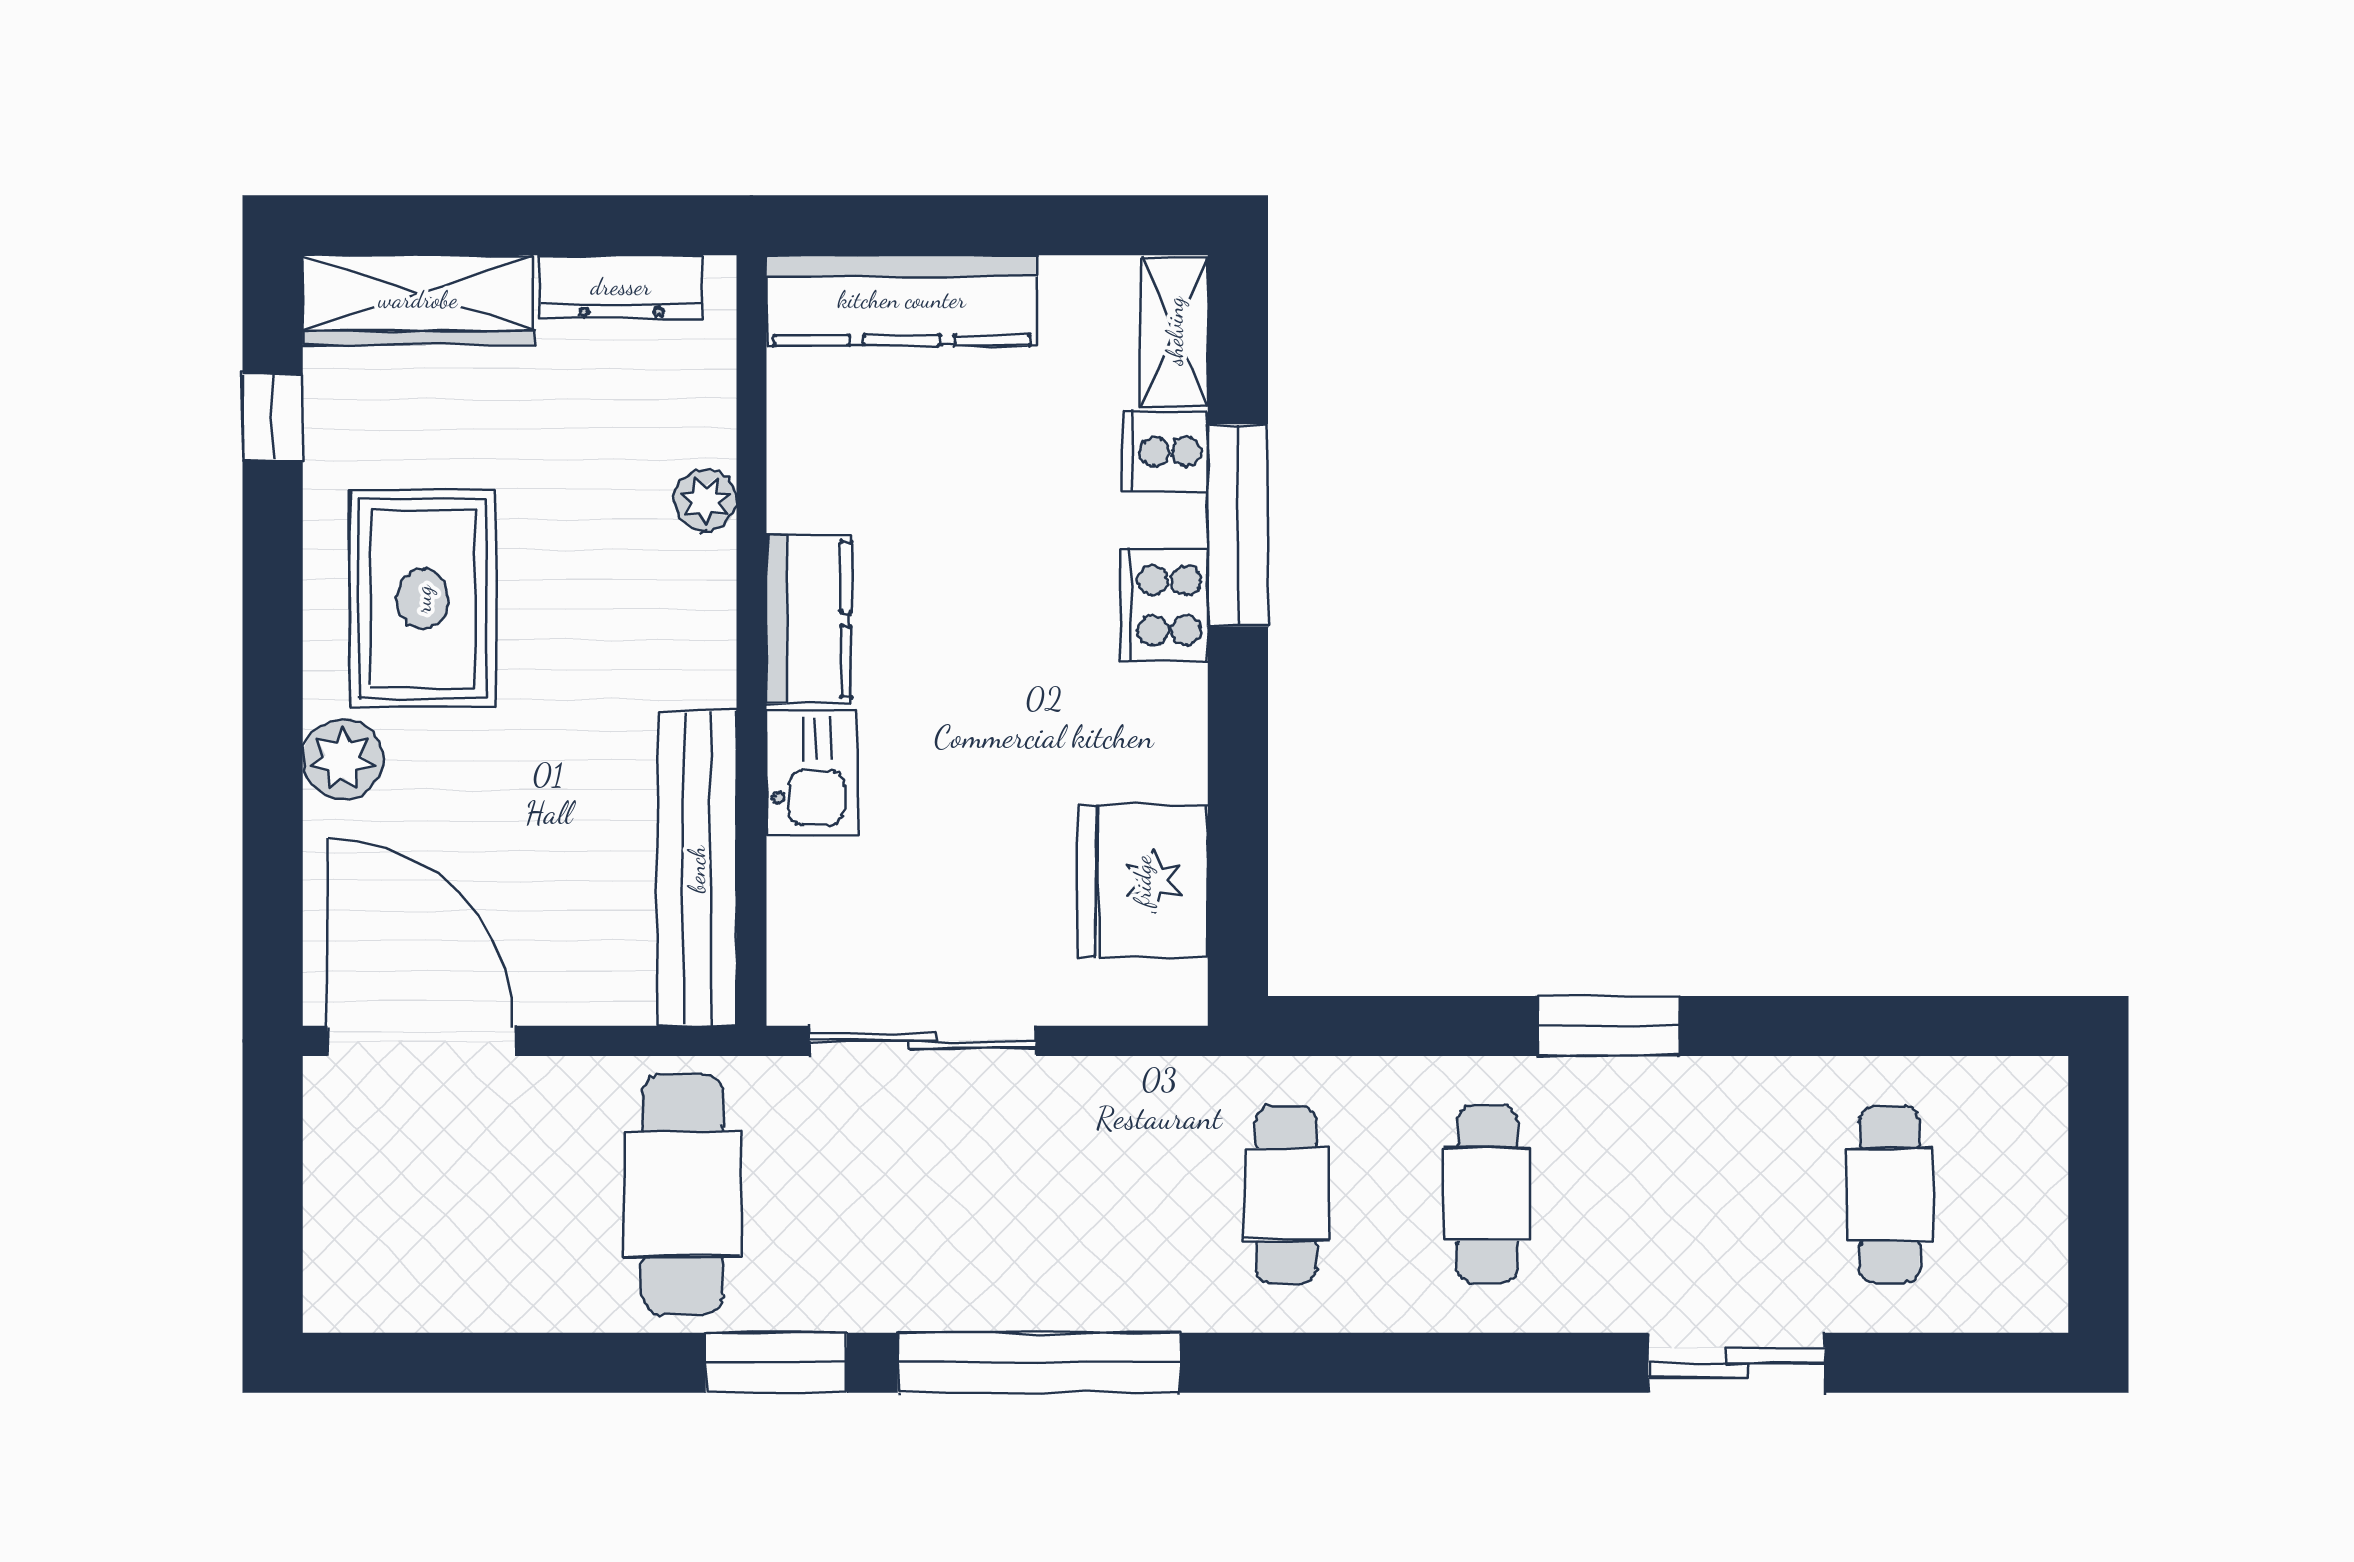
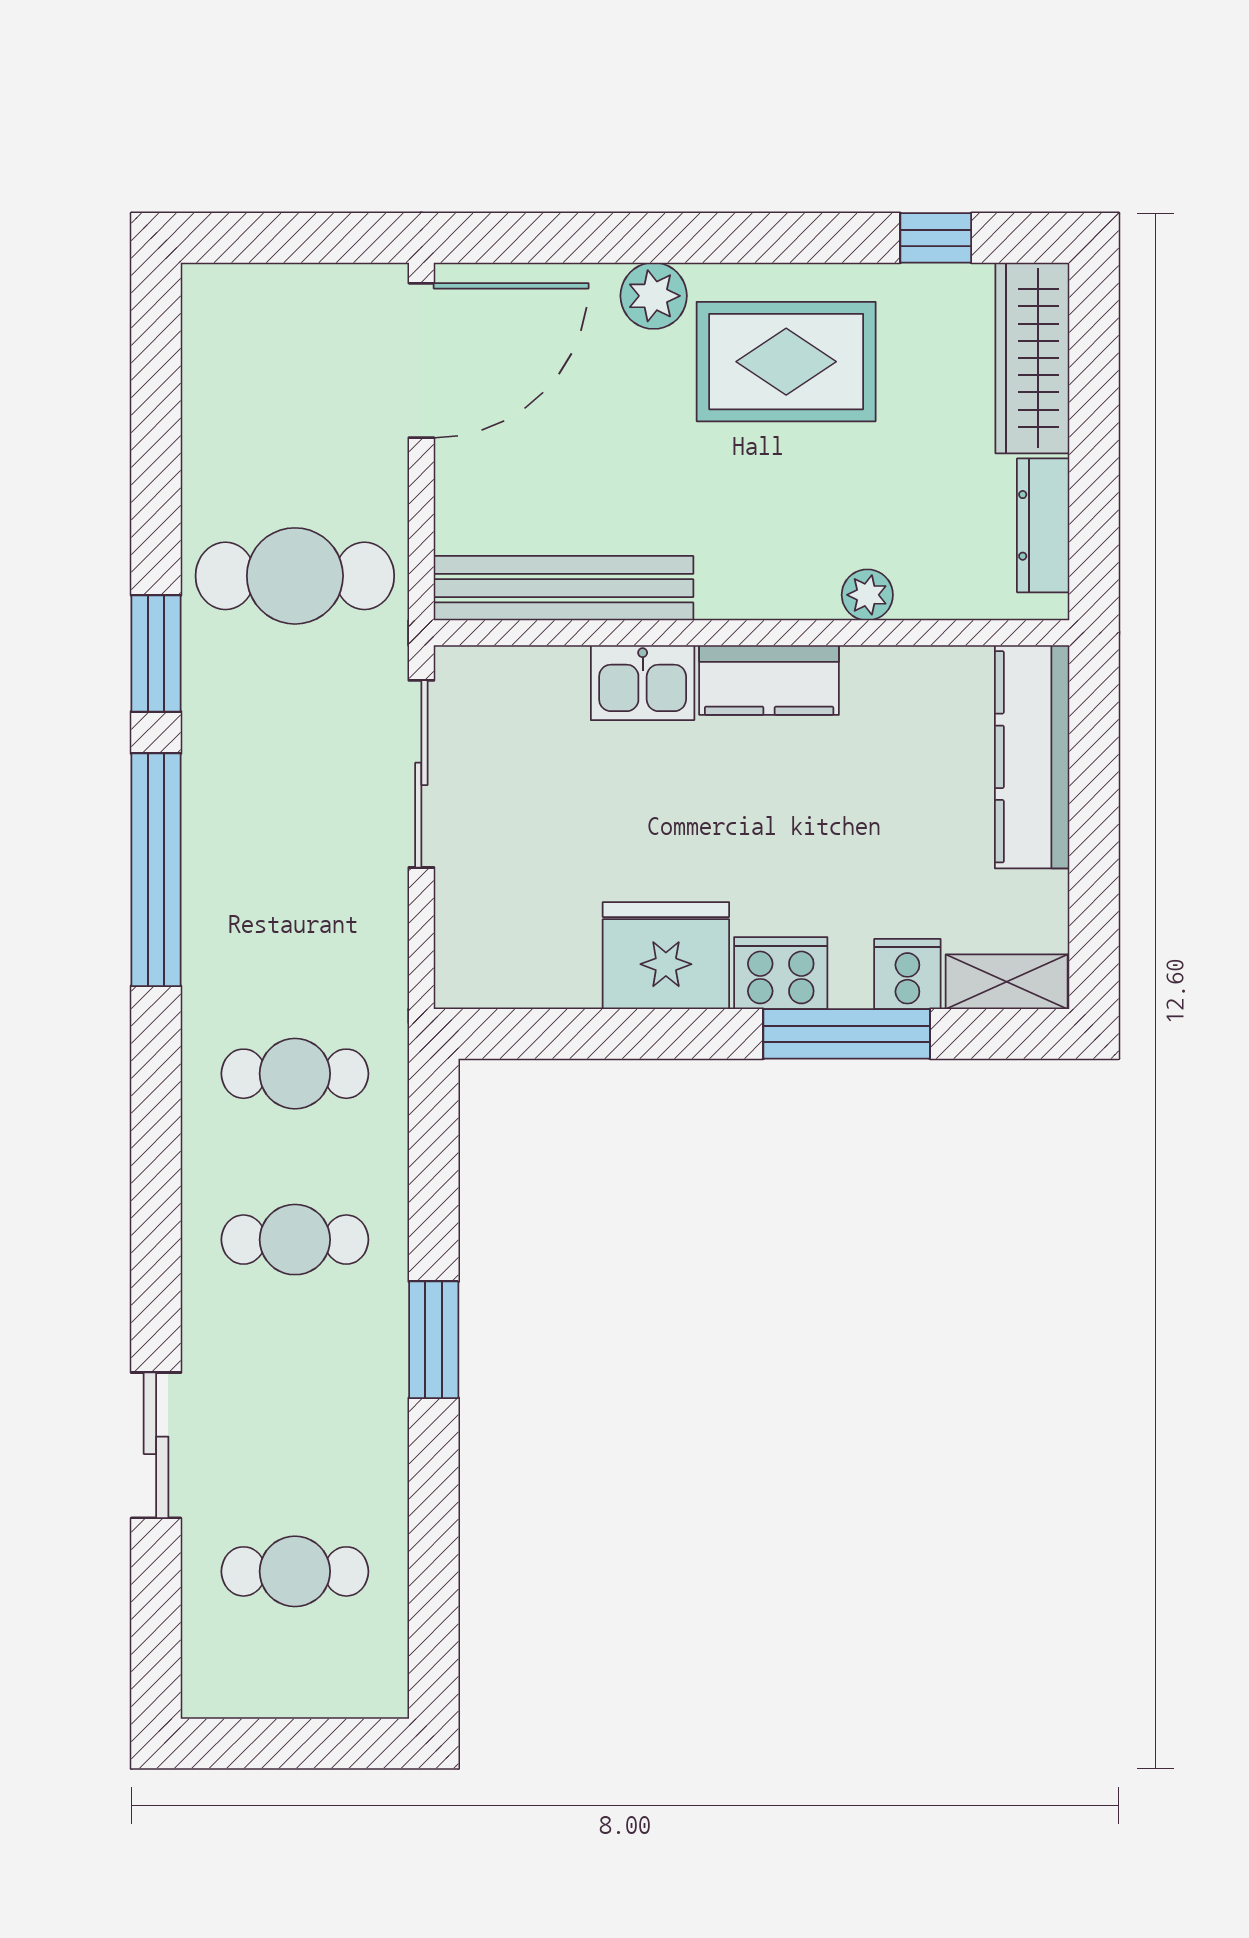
fridge: (1143, 881) -> (666, 956), moved

